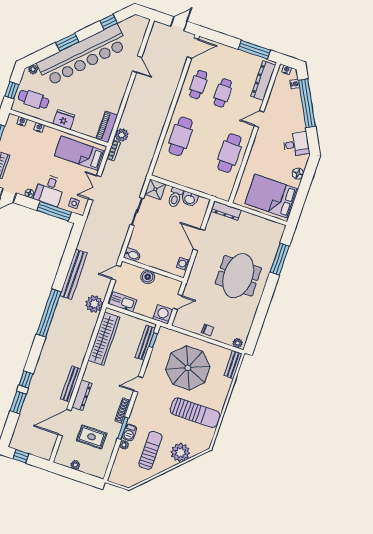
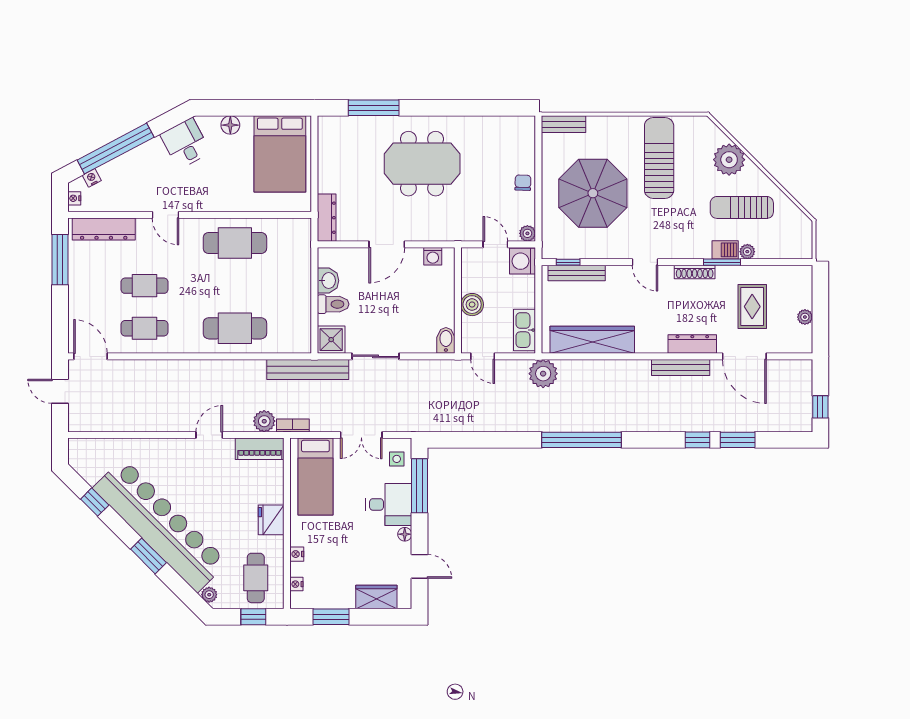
door: (137, 64) -> (209, 435), moved
bench: (73, 274) -> (308, 369), moved
plant: (238, 343) -> (527, 233), moved

